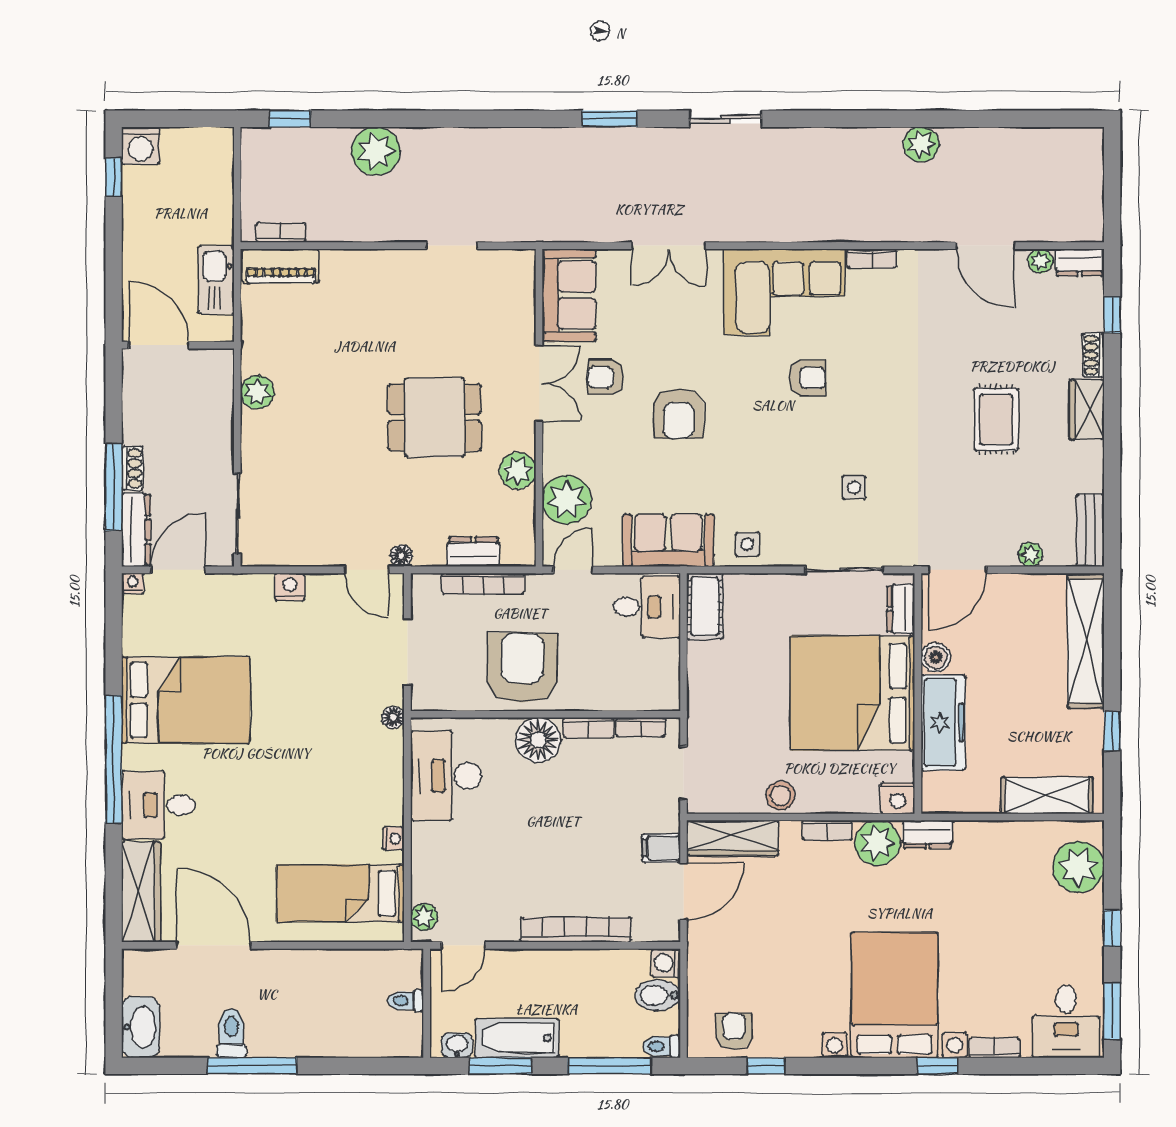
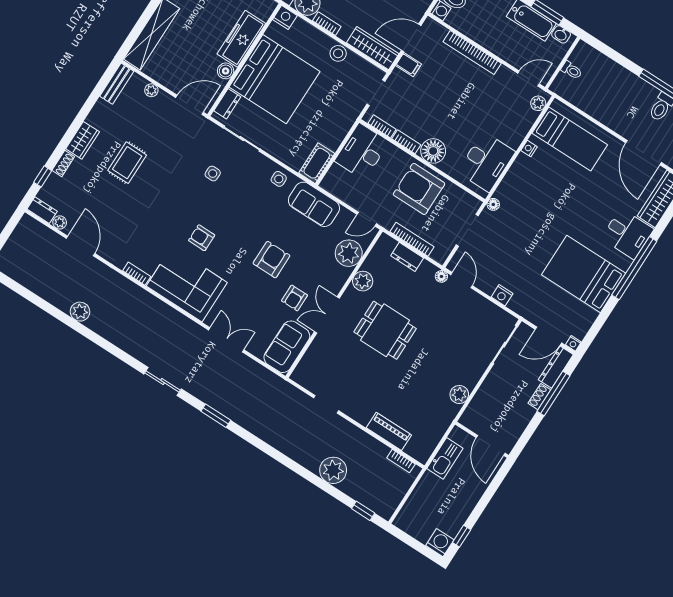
piano: (281, 266) -> (389, 431), moved
armchair: (606, 377) -> (294, 298), turned 90
desk: (647, 607) -> (362, 151), moved, width x1.37
armchair: (522, 668) -> (419, 189), turned 89

